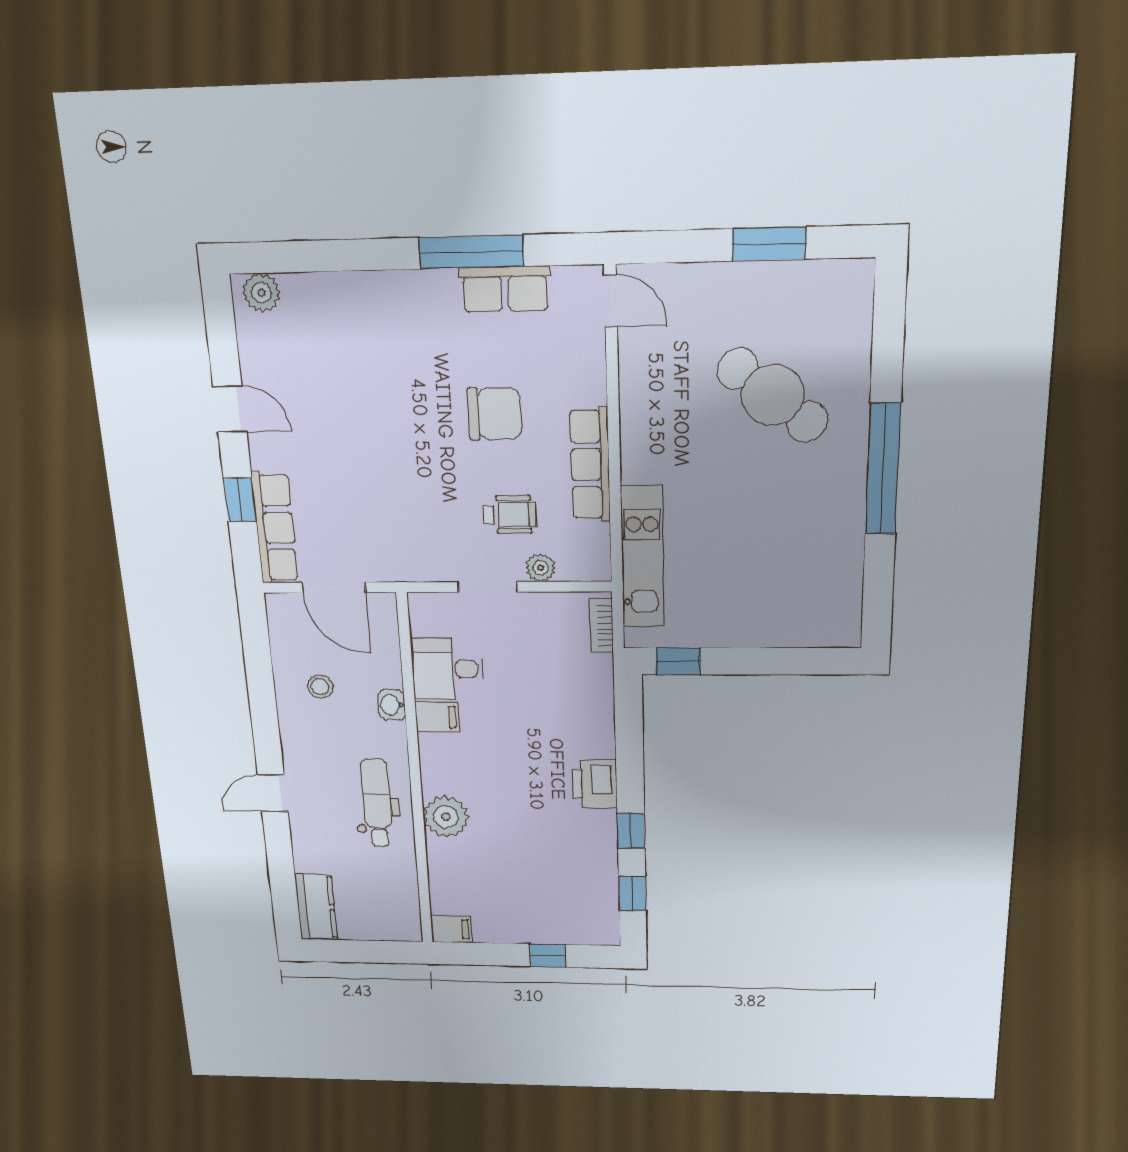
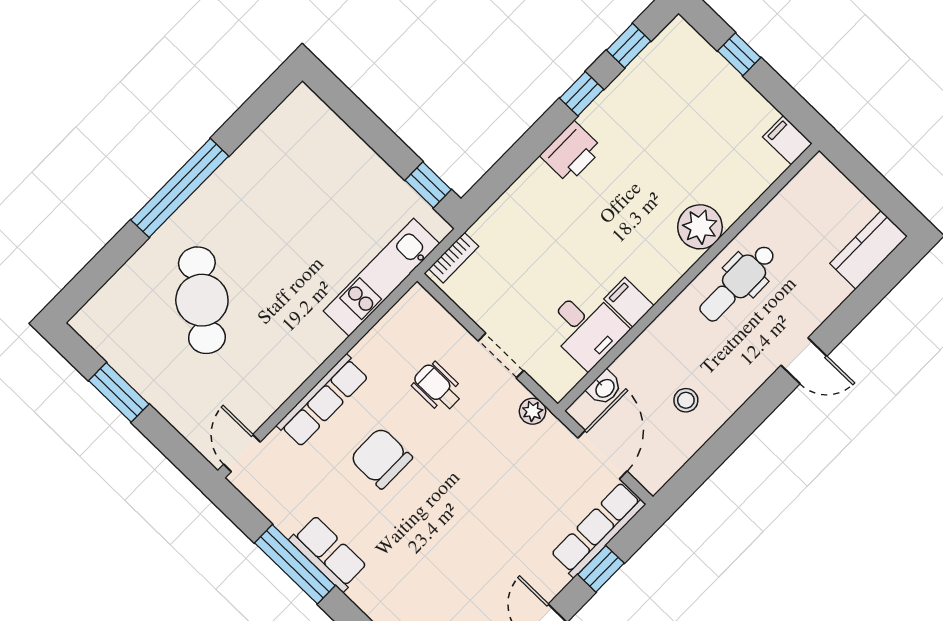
row of seats: (505, 289) -> (328, 553), moved
row of seats: (590, 465) -> (323, 401), moved
plant: (541, 568) -> (533, 411), moved
washbasin: (392, 705) -> (604, 388), moved

